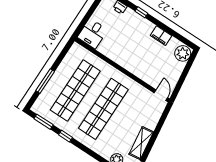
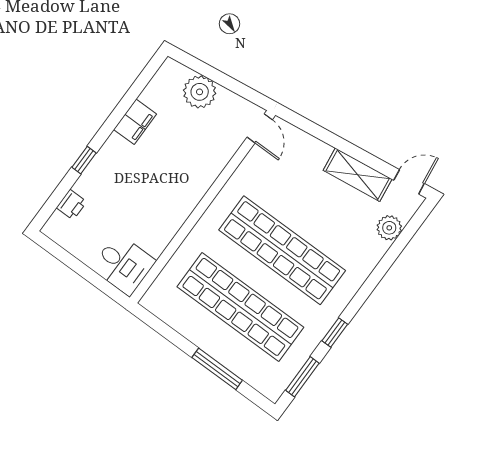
plant: (183, 53) -> (200, 92), moved
door: (161, 95) -> (260, 128), swing flipped

